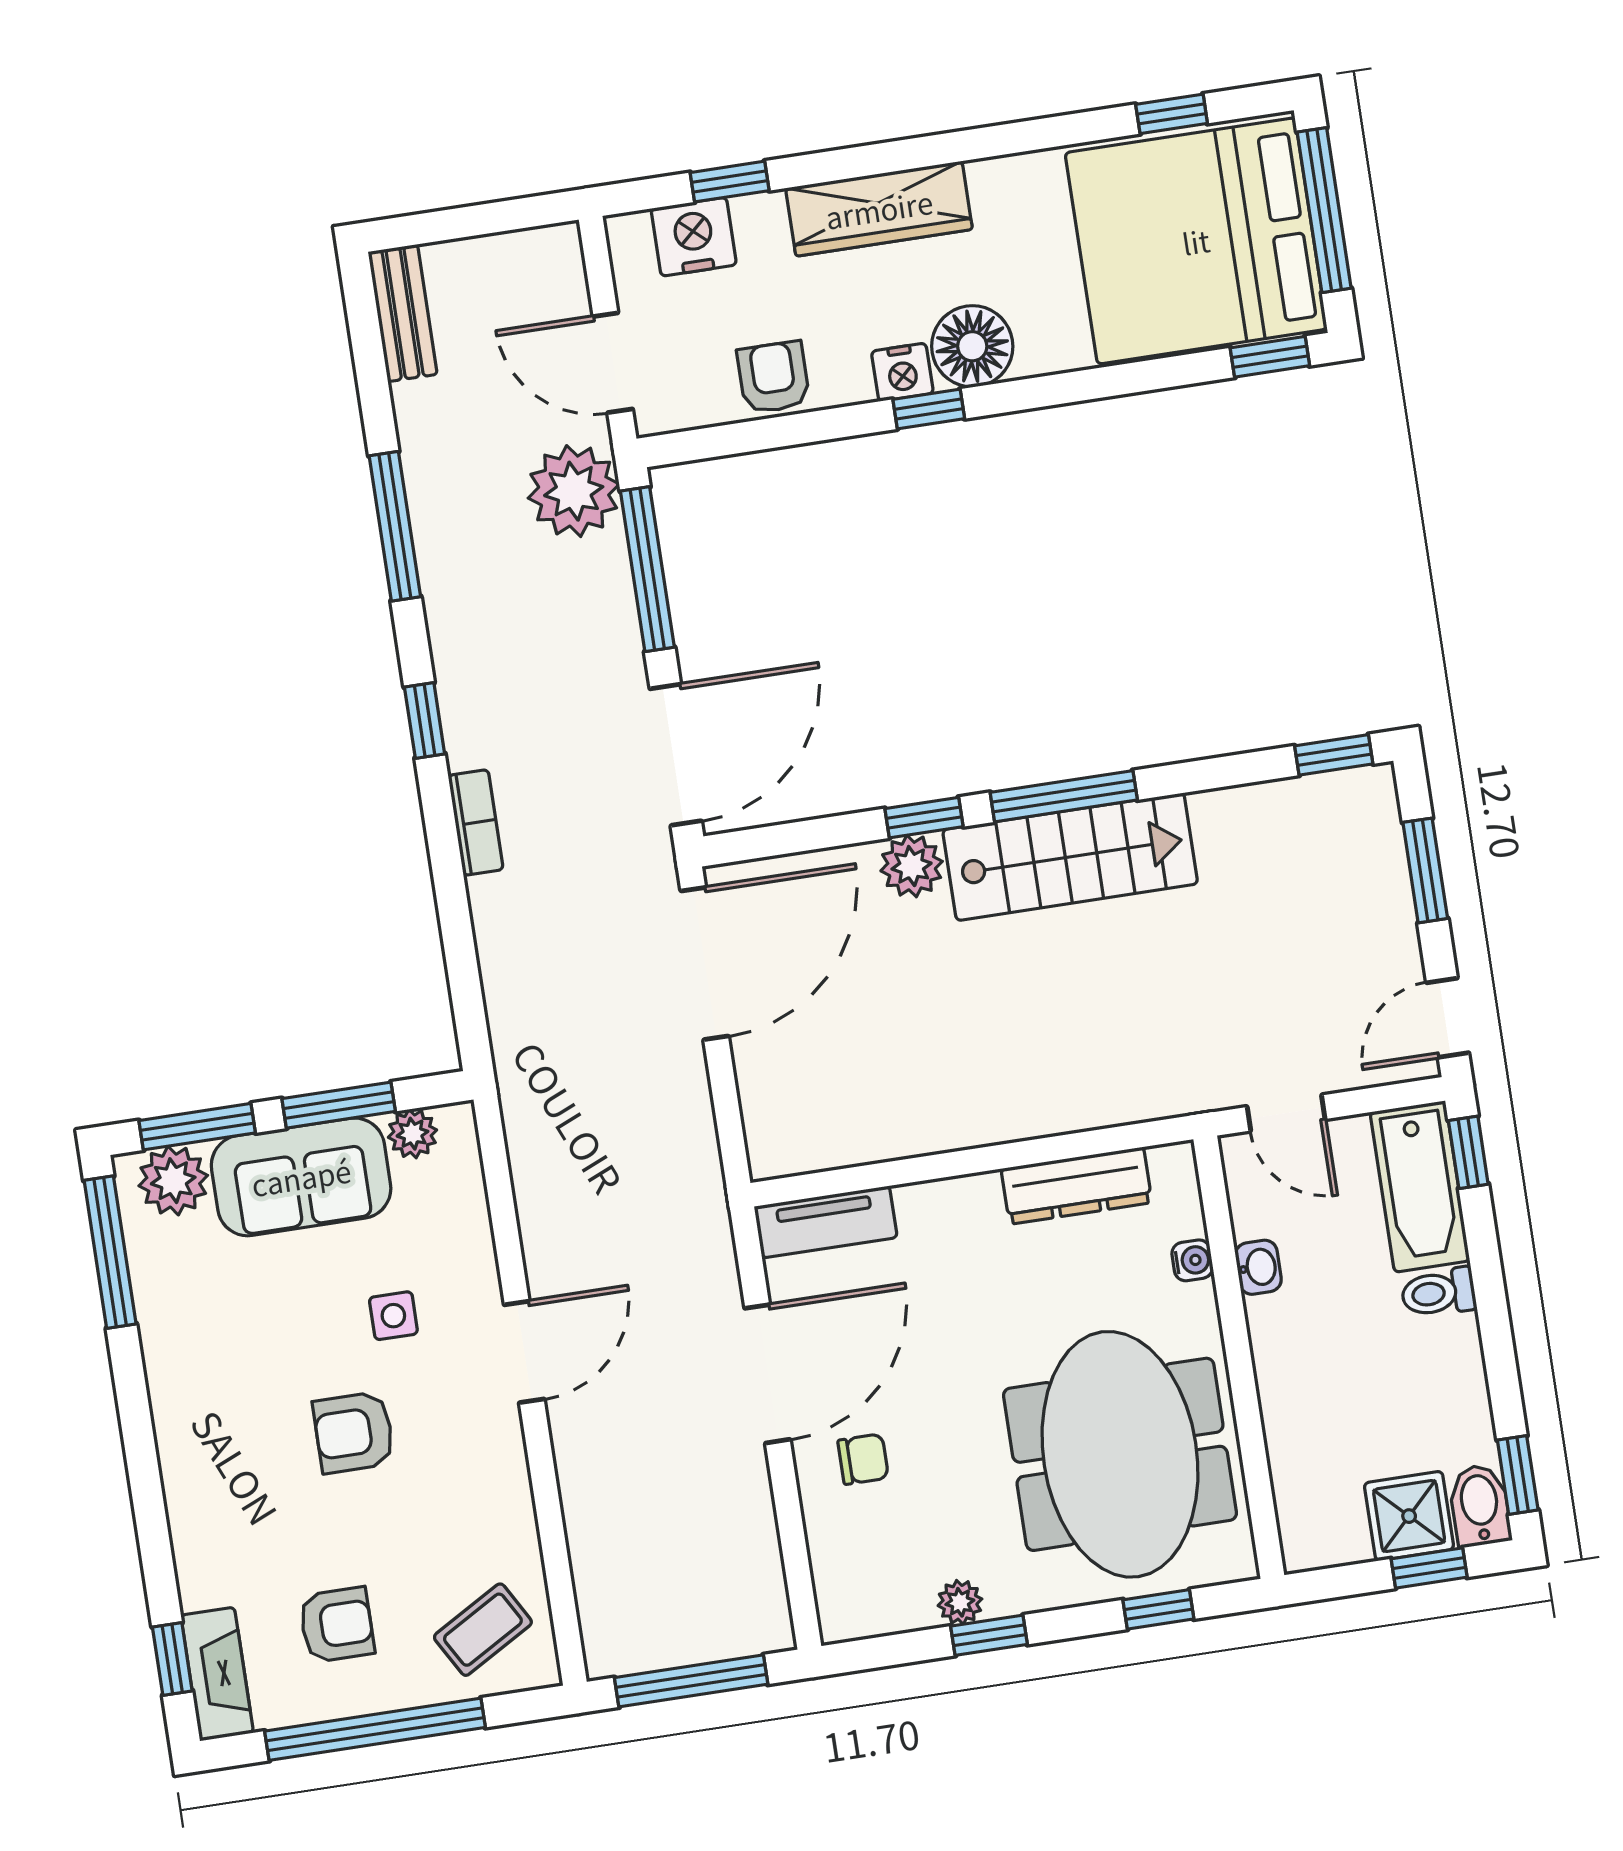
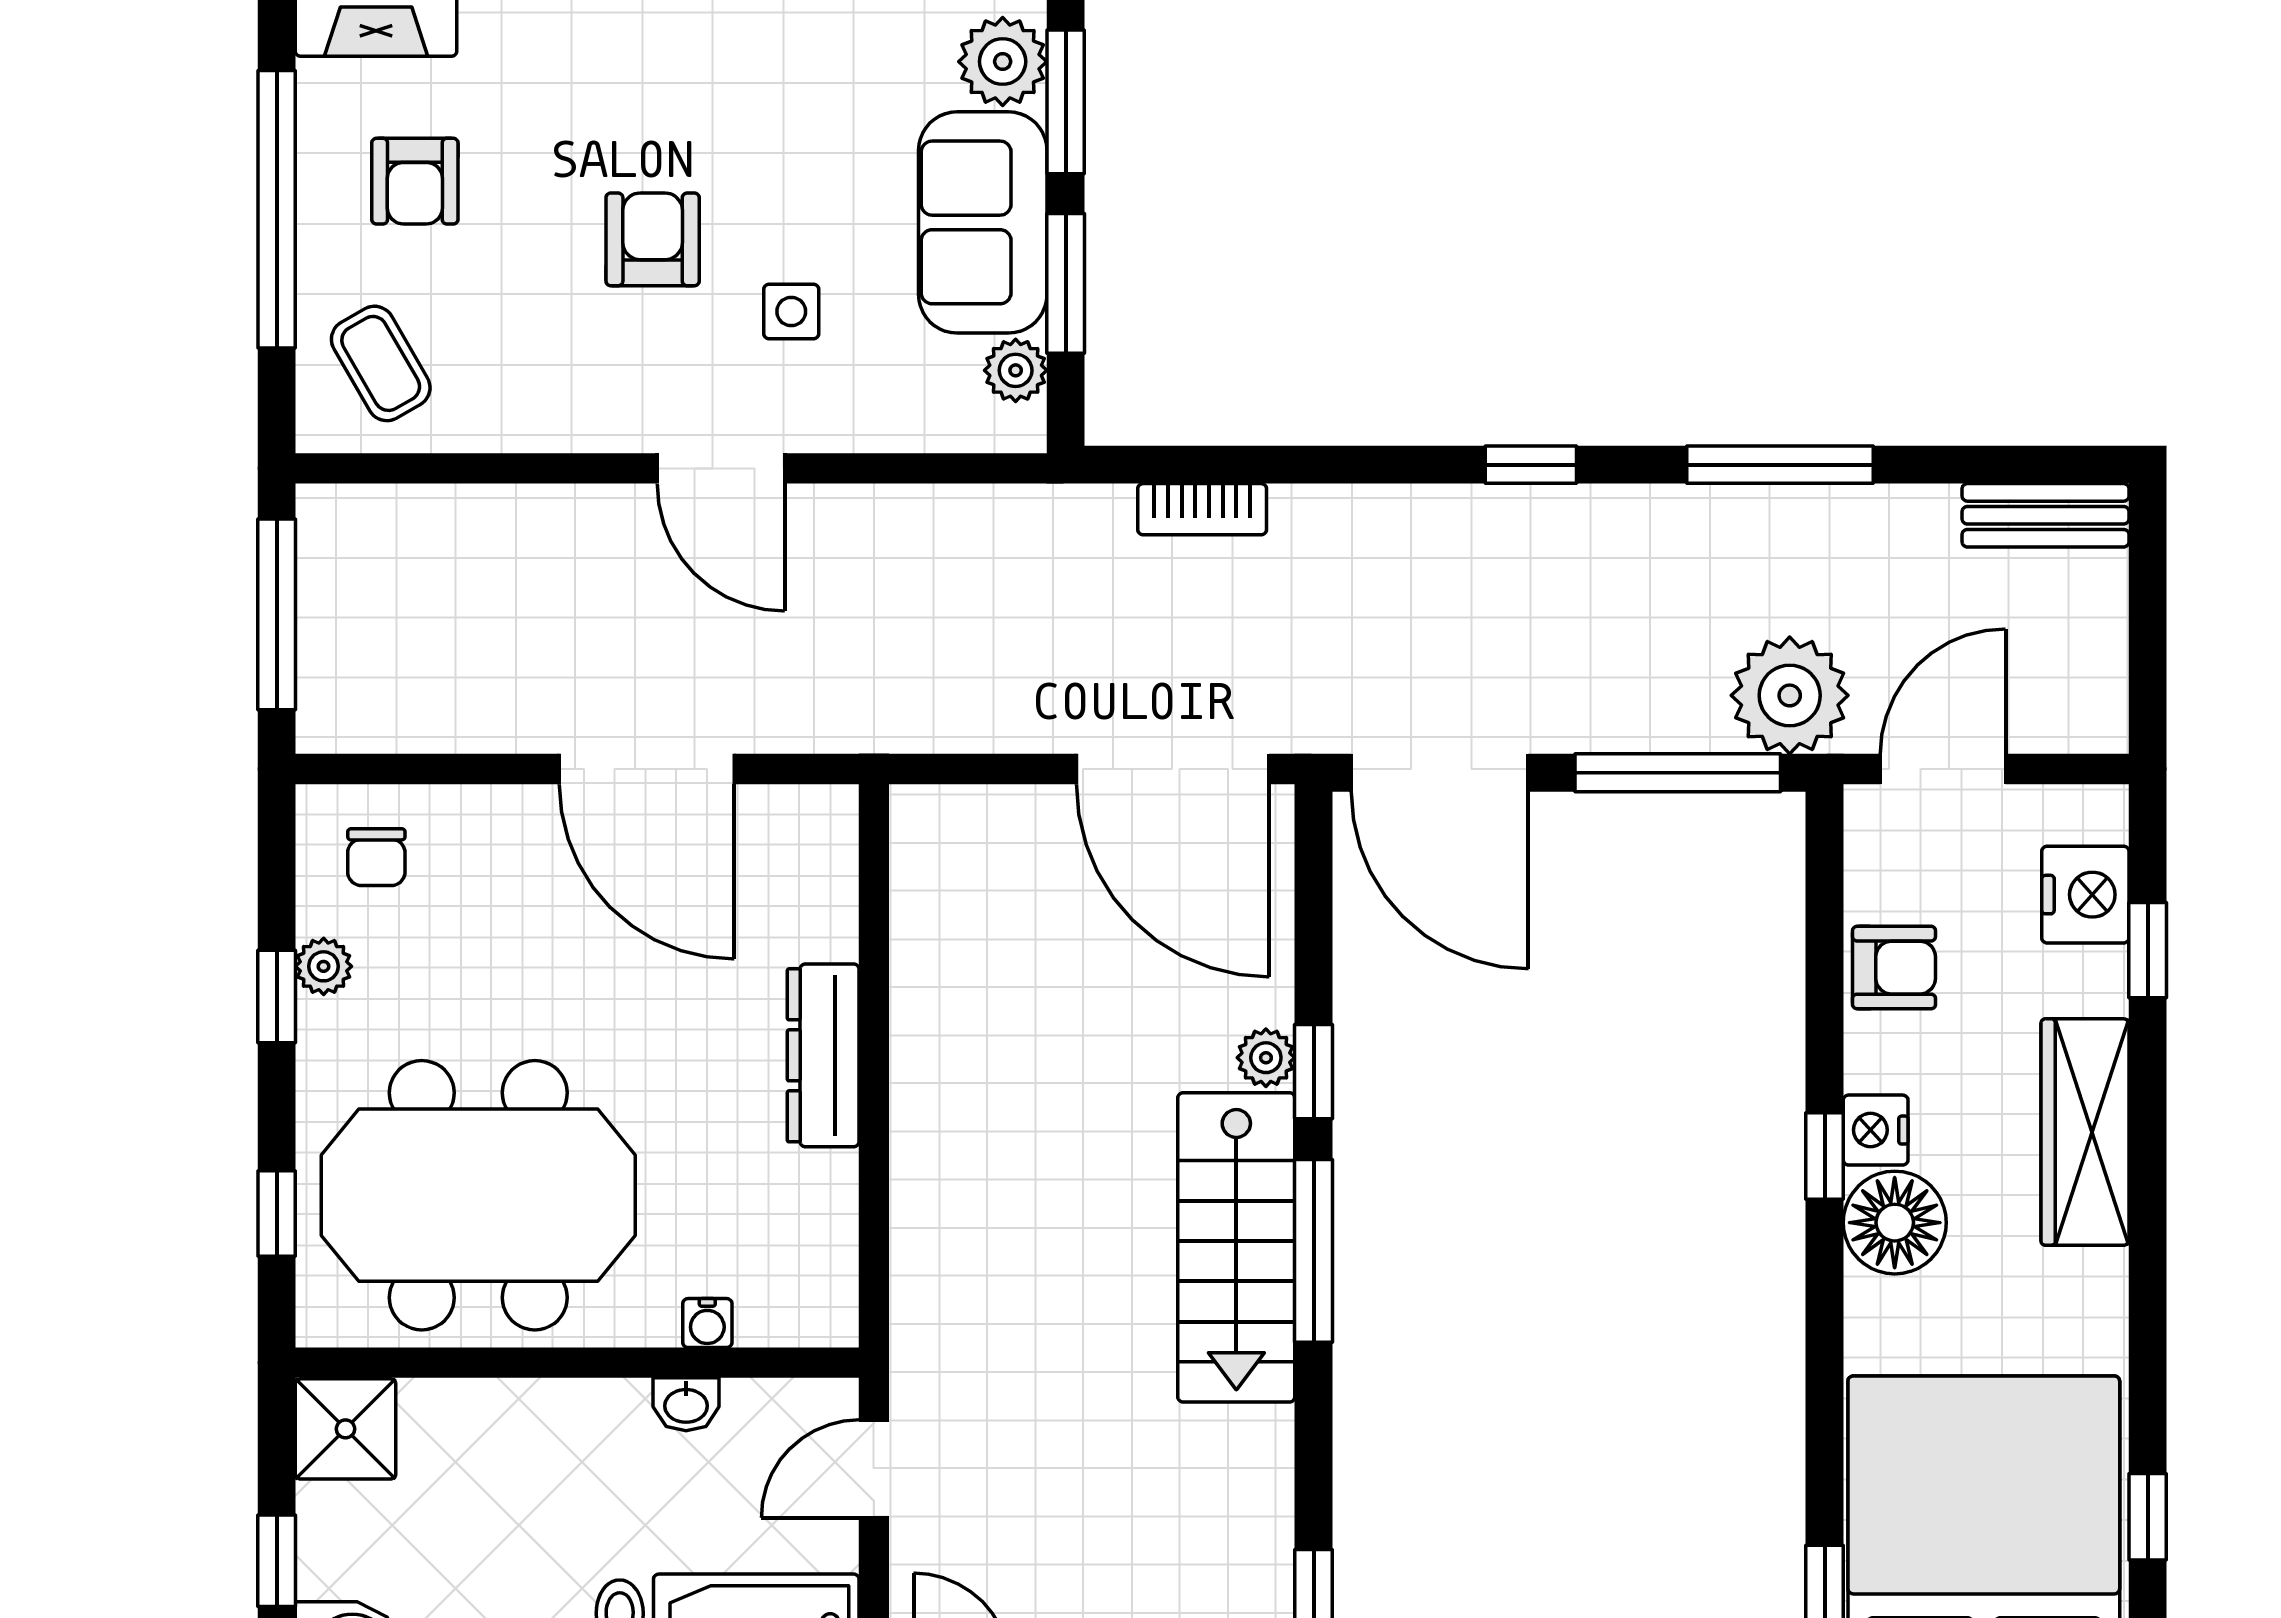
bookcase: (476, 822) -> (1202, 509), moved
plant: (912, 866) -> (1266, 1058), width x0.73, depth x0.73
dresser: (1077, 1186) -> (823, 1055), moved
tv unit: (826, 1222) -> (826, 871), removed
chair: (863, 1459) -> (376, 857), moved
shower: (1409, 1516) -> (345, 1429), moved

